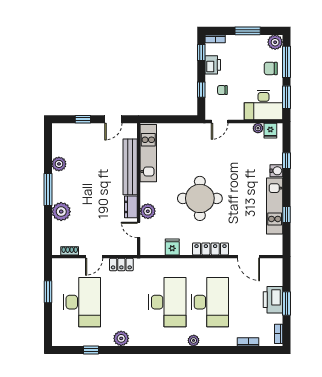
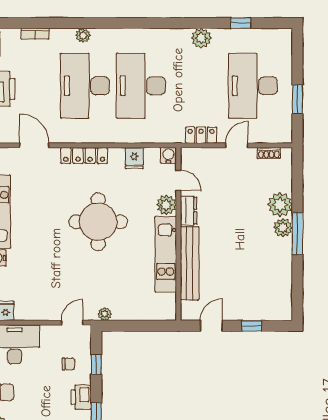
plant: (258, 128) -> (105, 314), moved
kitchen unit: (148, 153) -> (166, 254), moved
plant: (59, 164) -> (283, 228), moved
water cooler: (146, 249) -> (168, 155), added
plant: (194, 340) -> (83, 35), moved

